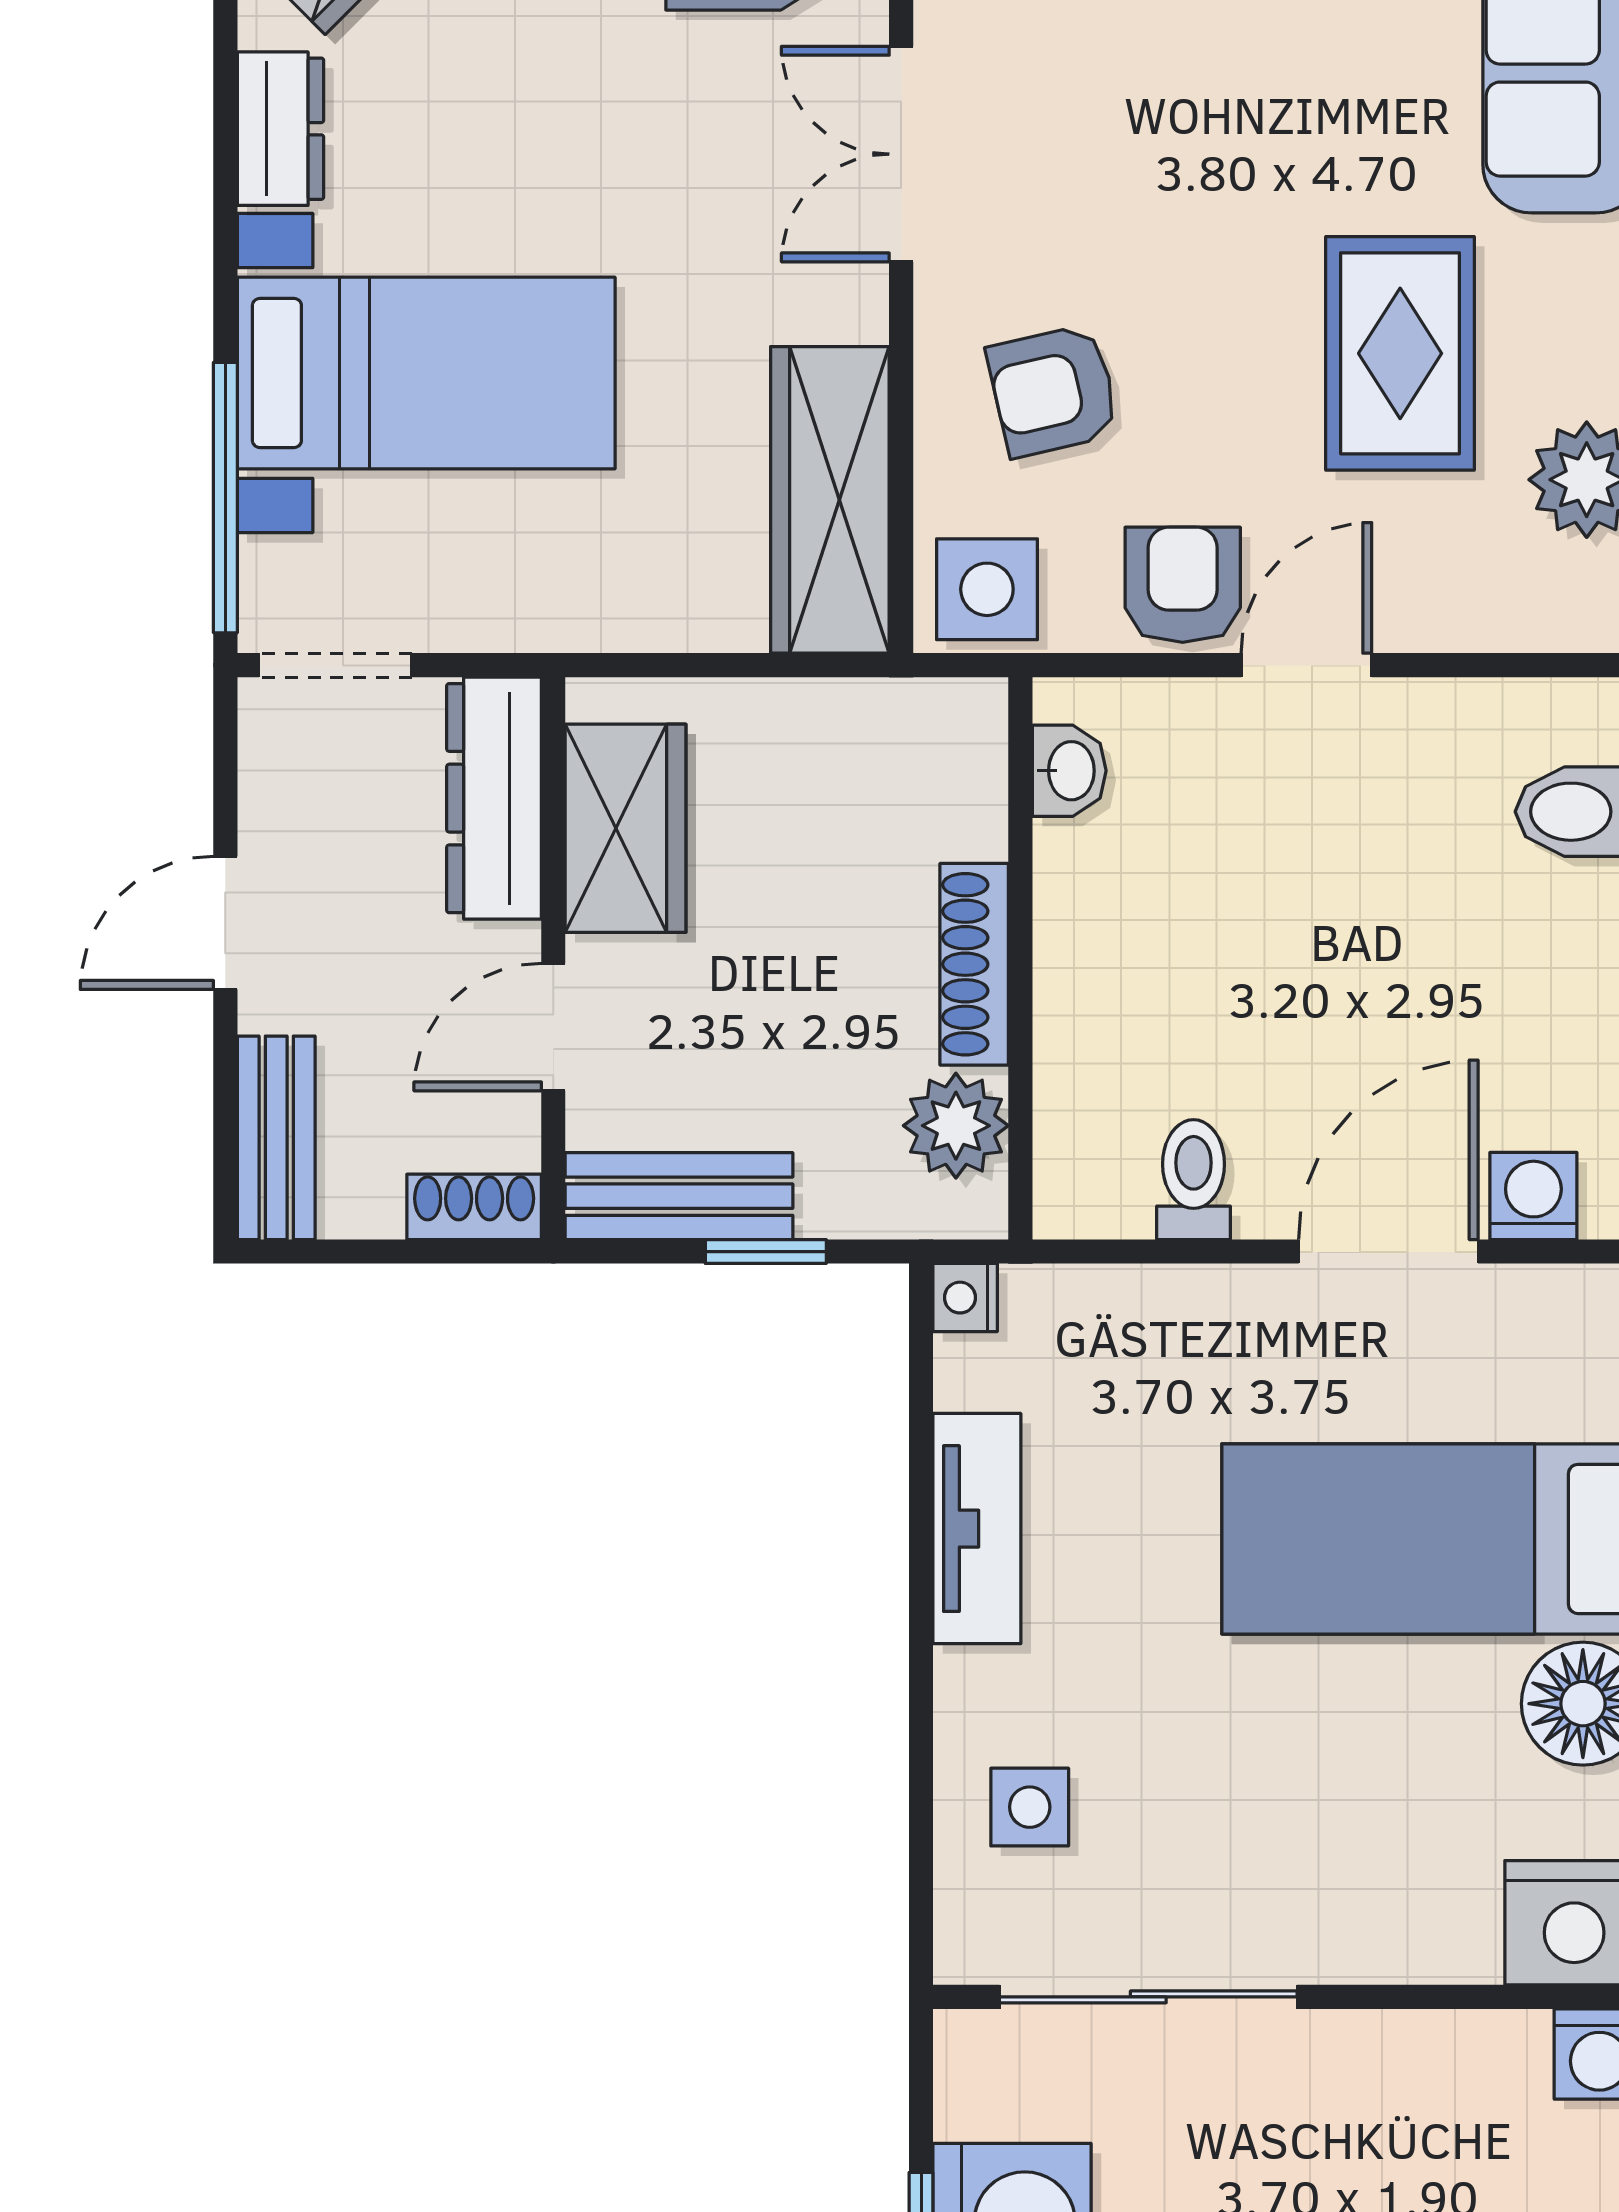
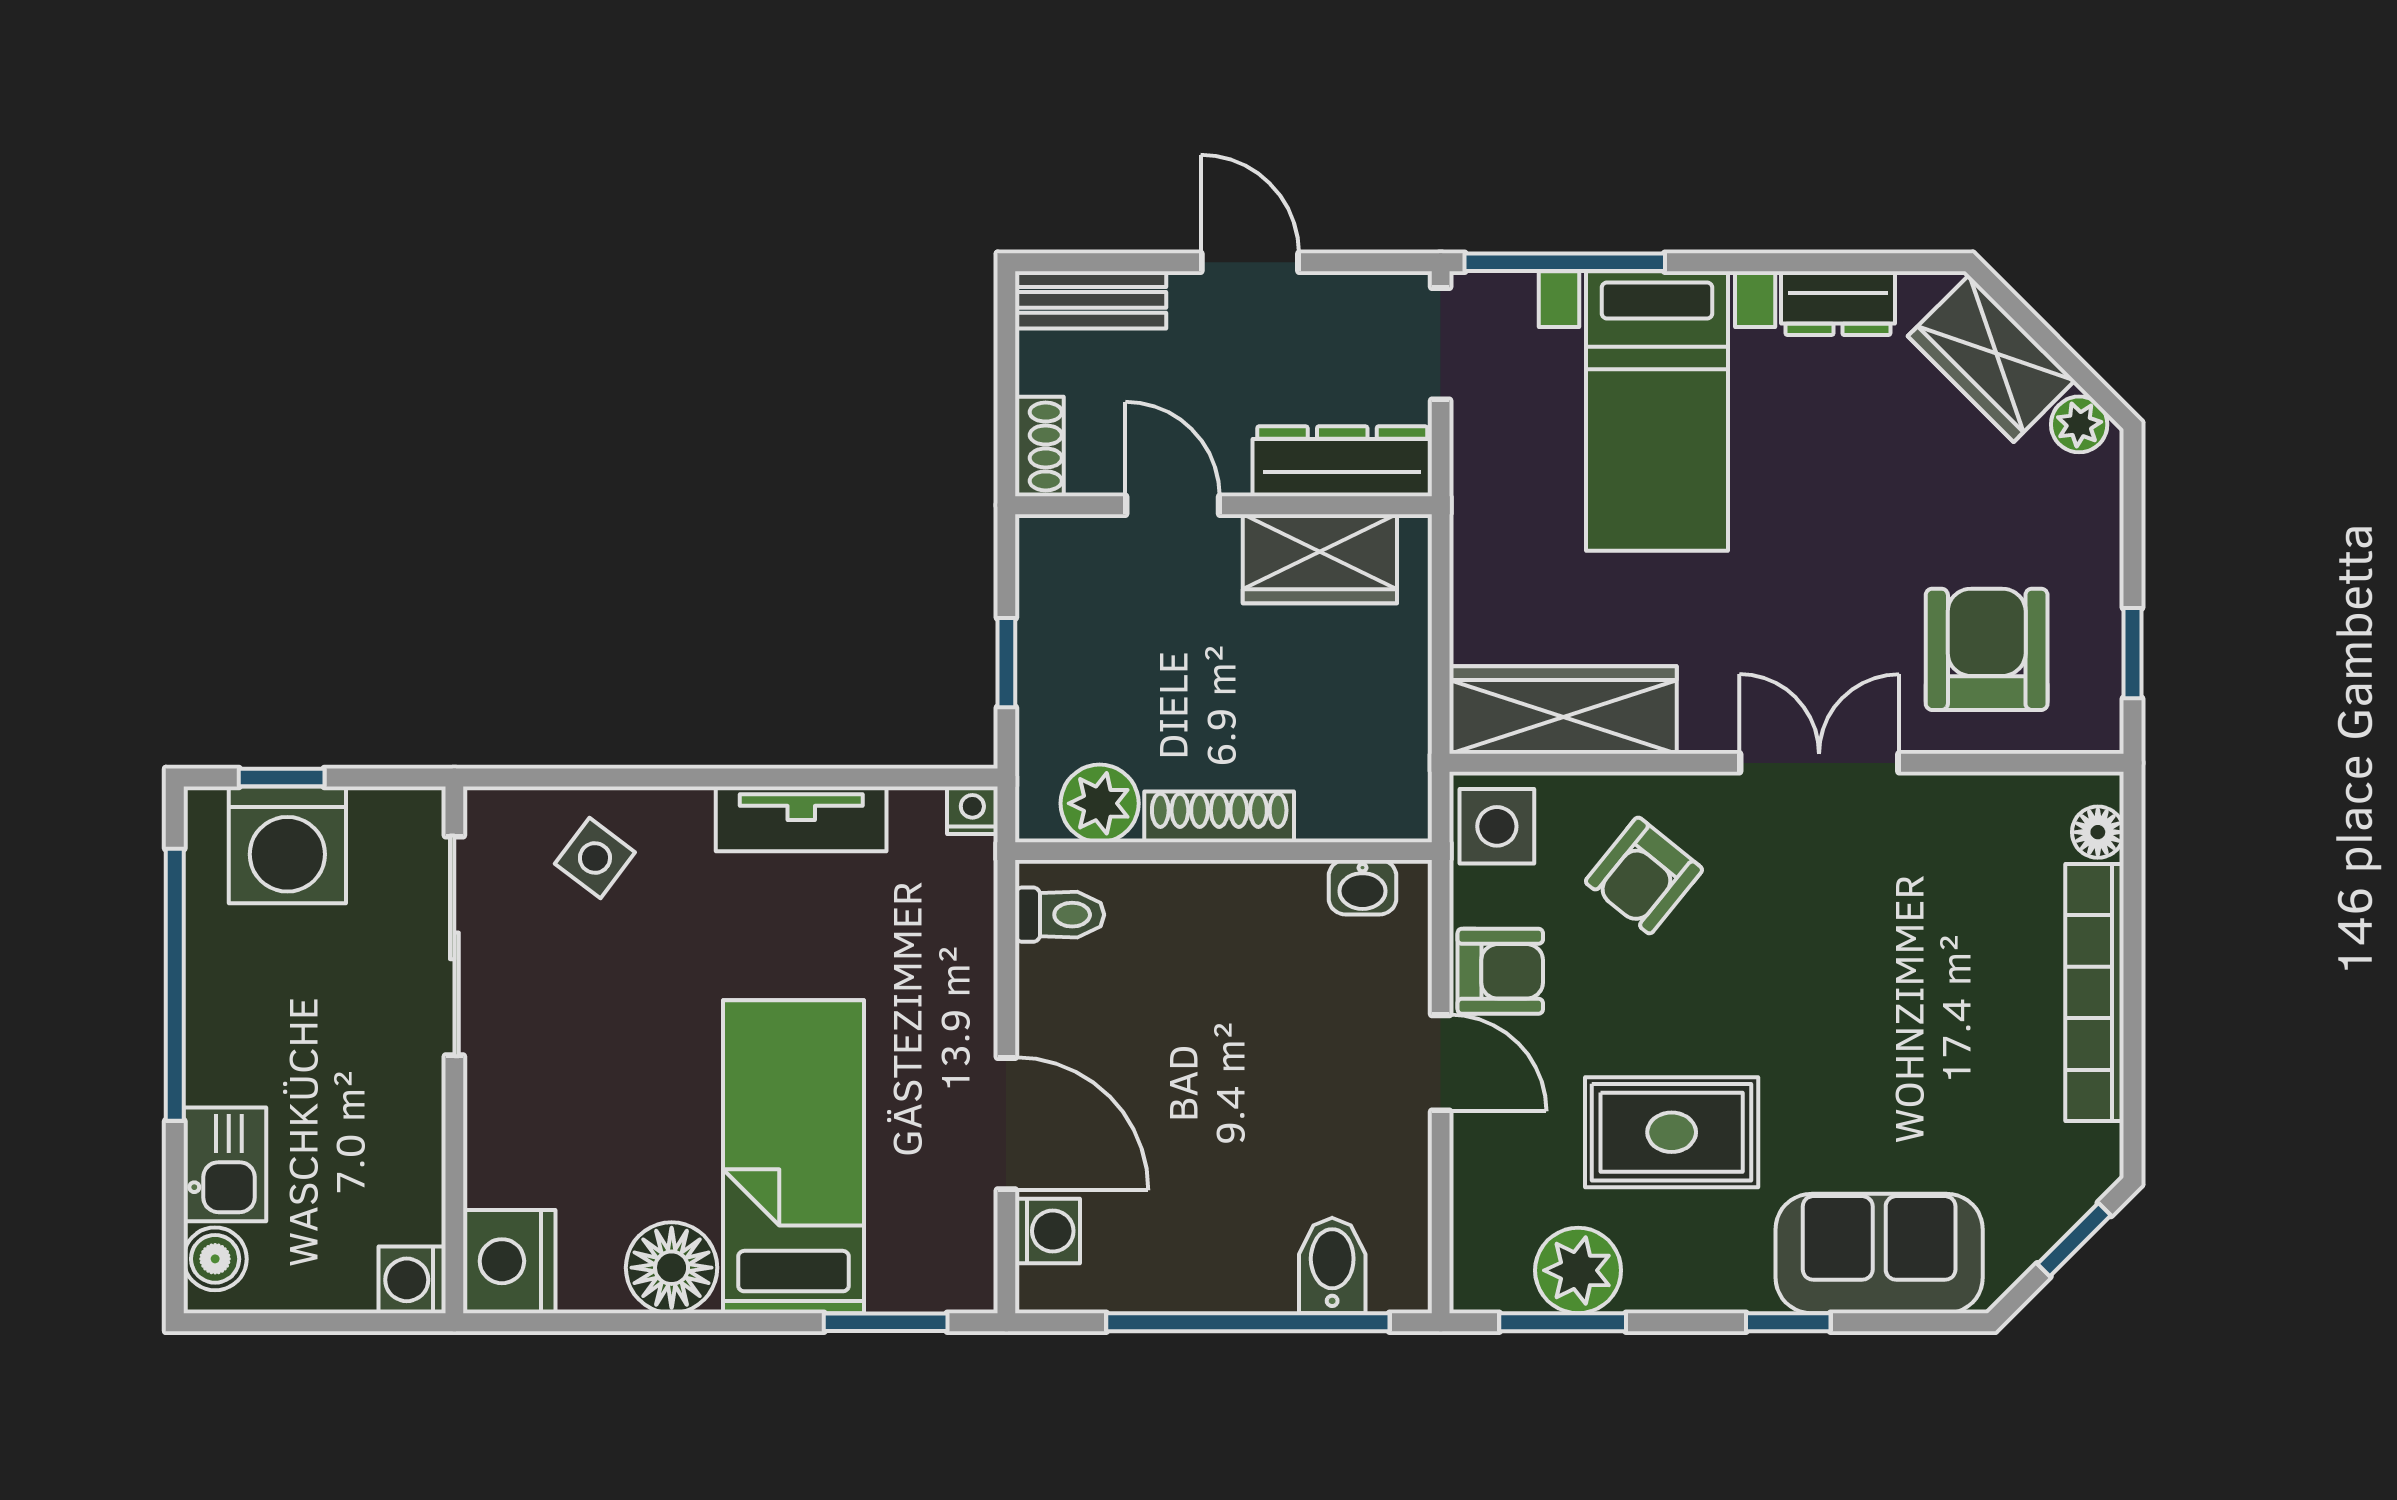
armchair: (1053, 391) -> (1644, 875), turned -128
toilet: (1194, 1180) -> (1060, 915), moved
bench: (679, 1196) -> (1047, 598), removed
side table: (1030, 1807) -> (595, 858), turned 37

